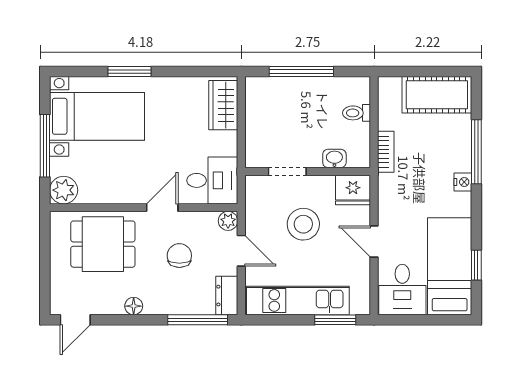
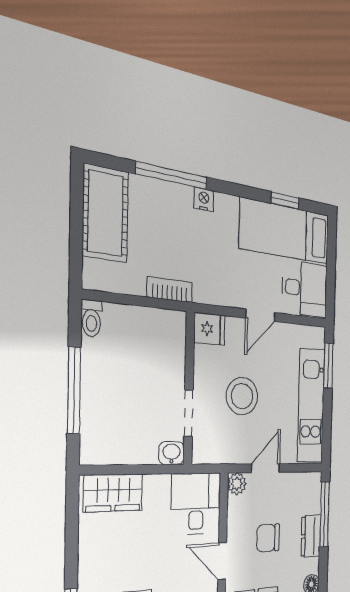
toilet: (356, 113) -> (92, 318), moved
washbasin: (334, 158) -> (172, 453), moved, turned 90
fridge: (353, 190) -> (210, 329), width x0.72
dresser: (227, 296) -> (311, 536), moved, turned 90

